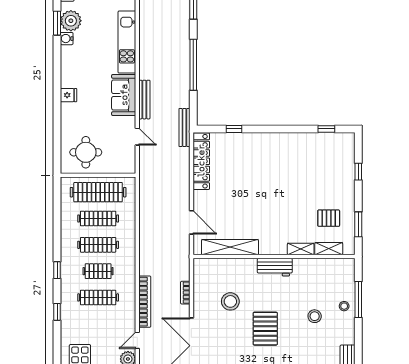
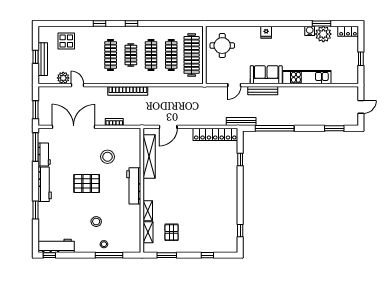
window: (193, 65) -> (275, 128), moved
workbench: (275, 267) -> (134, 186), width x1.38
bookcase: (145, 302) -> (128, 91), moved

